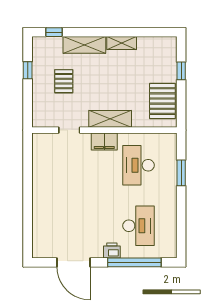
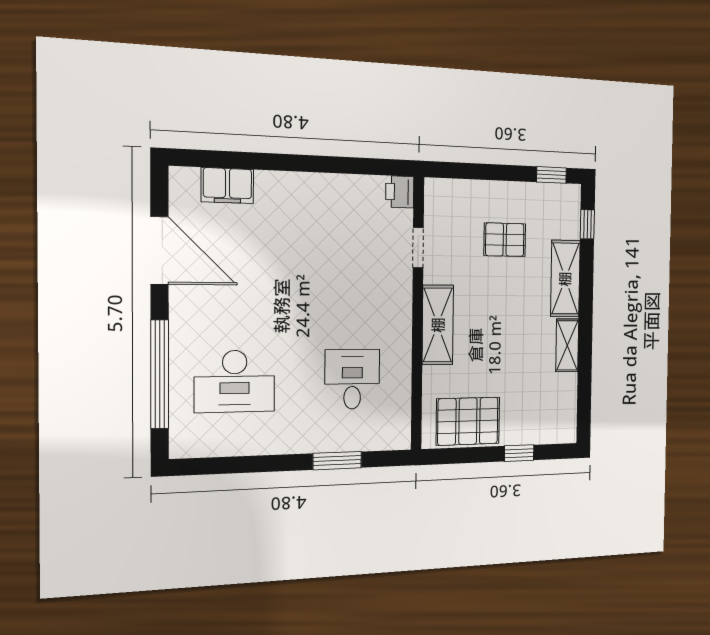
window: (28, 70) -> (551, 175), moved
filing cabinet: (104, 142) -> (227, 186), moved, turned -90
desk: (138, 165) -> (352, 379), width x0.73
printer: (112, 250) -> (400, 192), moved, turned 180
door: (73, 262) -> (159, 250), swing flipped

